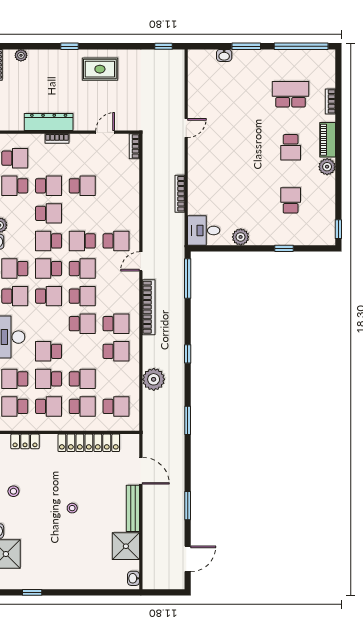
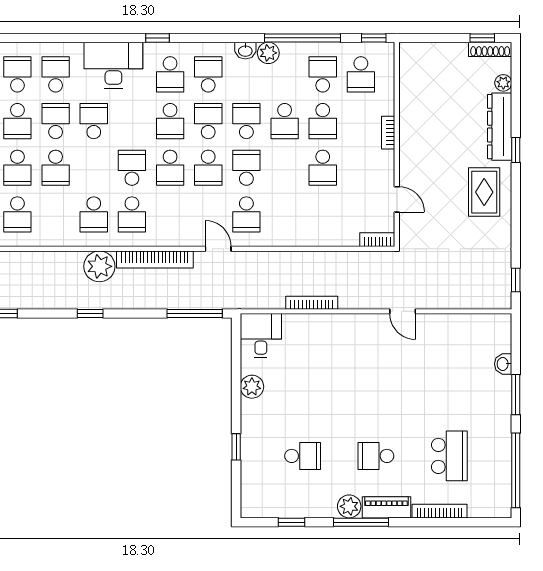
bookcase: (330, 101) -> (439, 511), width x1.56
dresser: (49, 122) -> (500, 127), moved, turned 180
window: (338, 158) -> (361, 522), added
window: (338, 229) -> (292, 522), moved
school desk: (82, 324) -> (132, 168), turned 180
plant: (154, 379) -> (99, 266), moved

